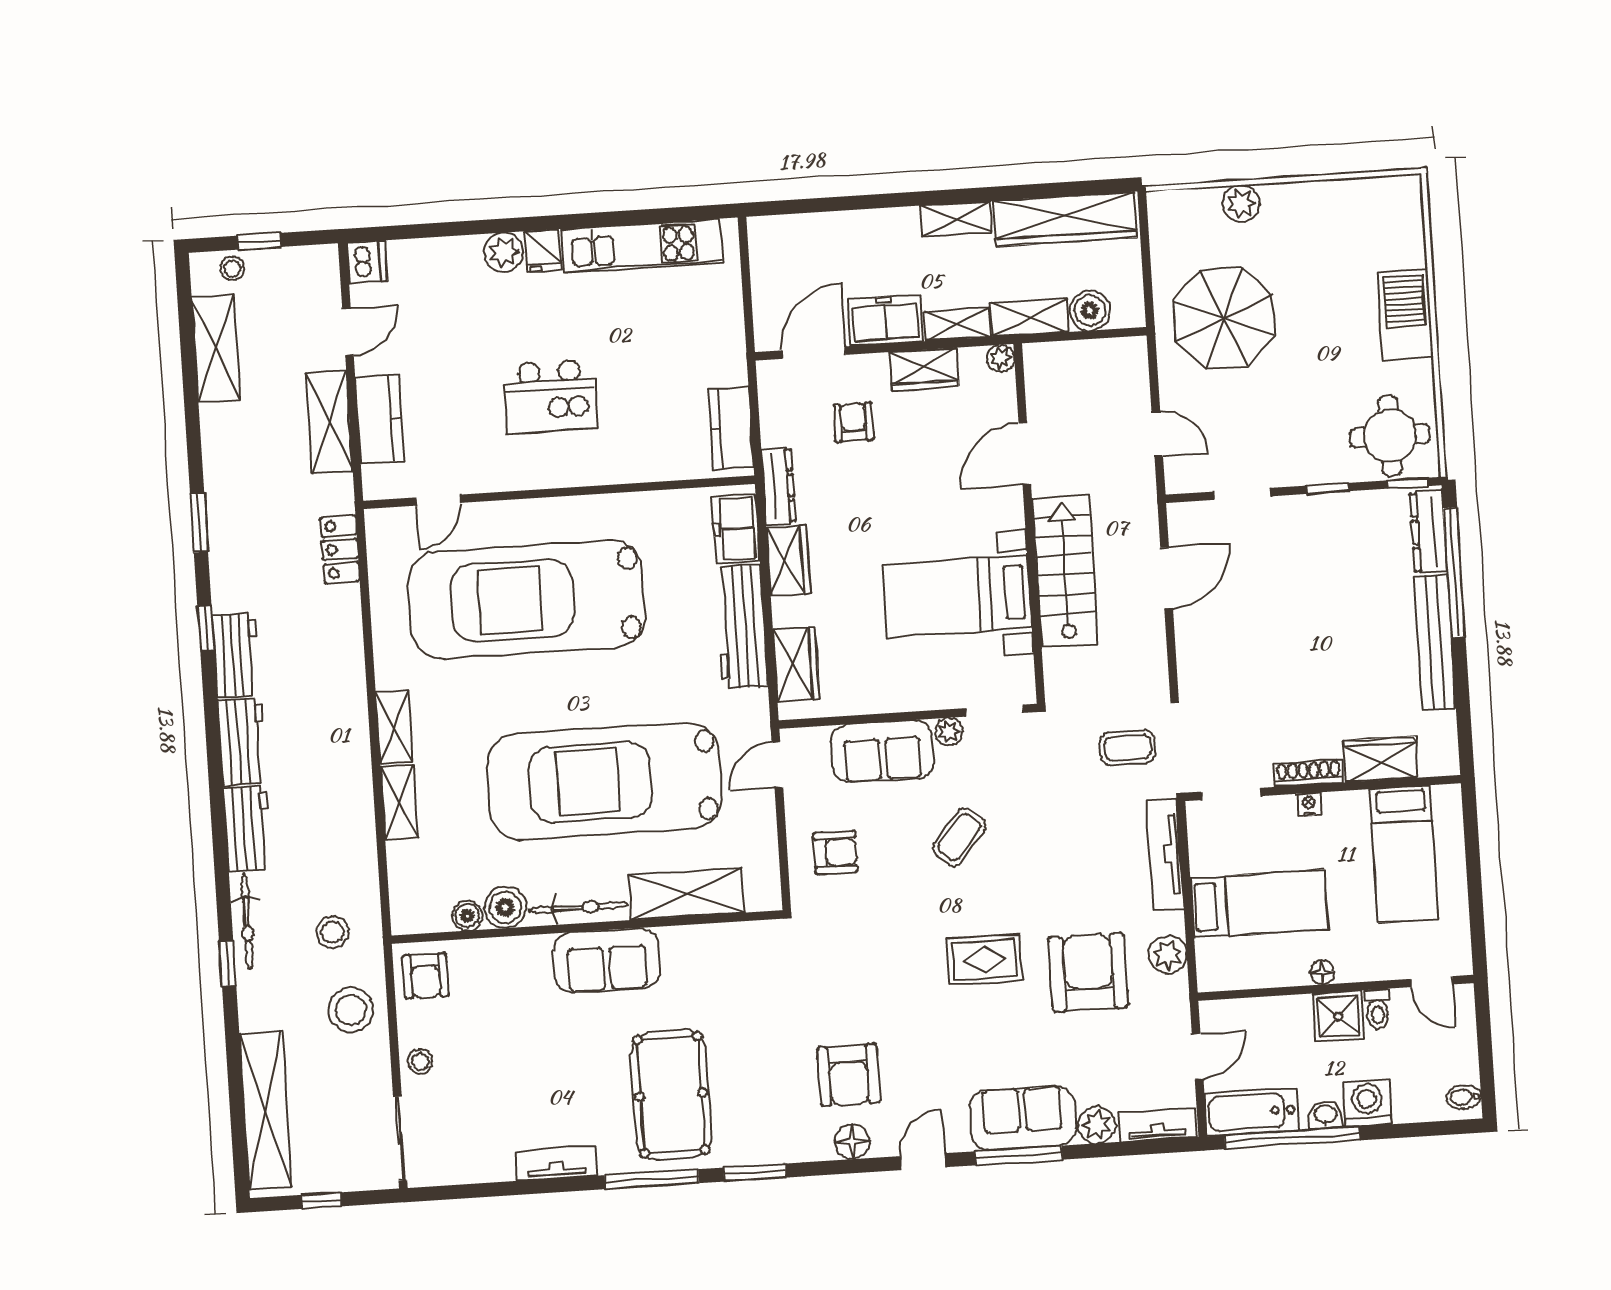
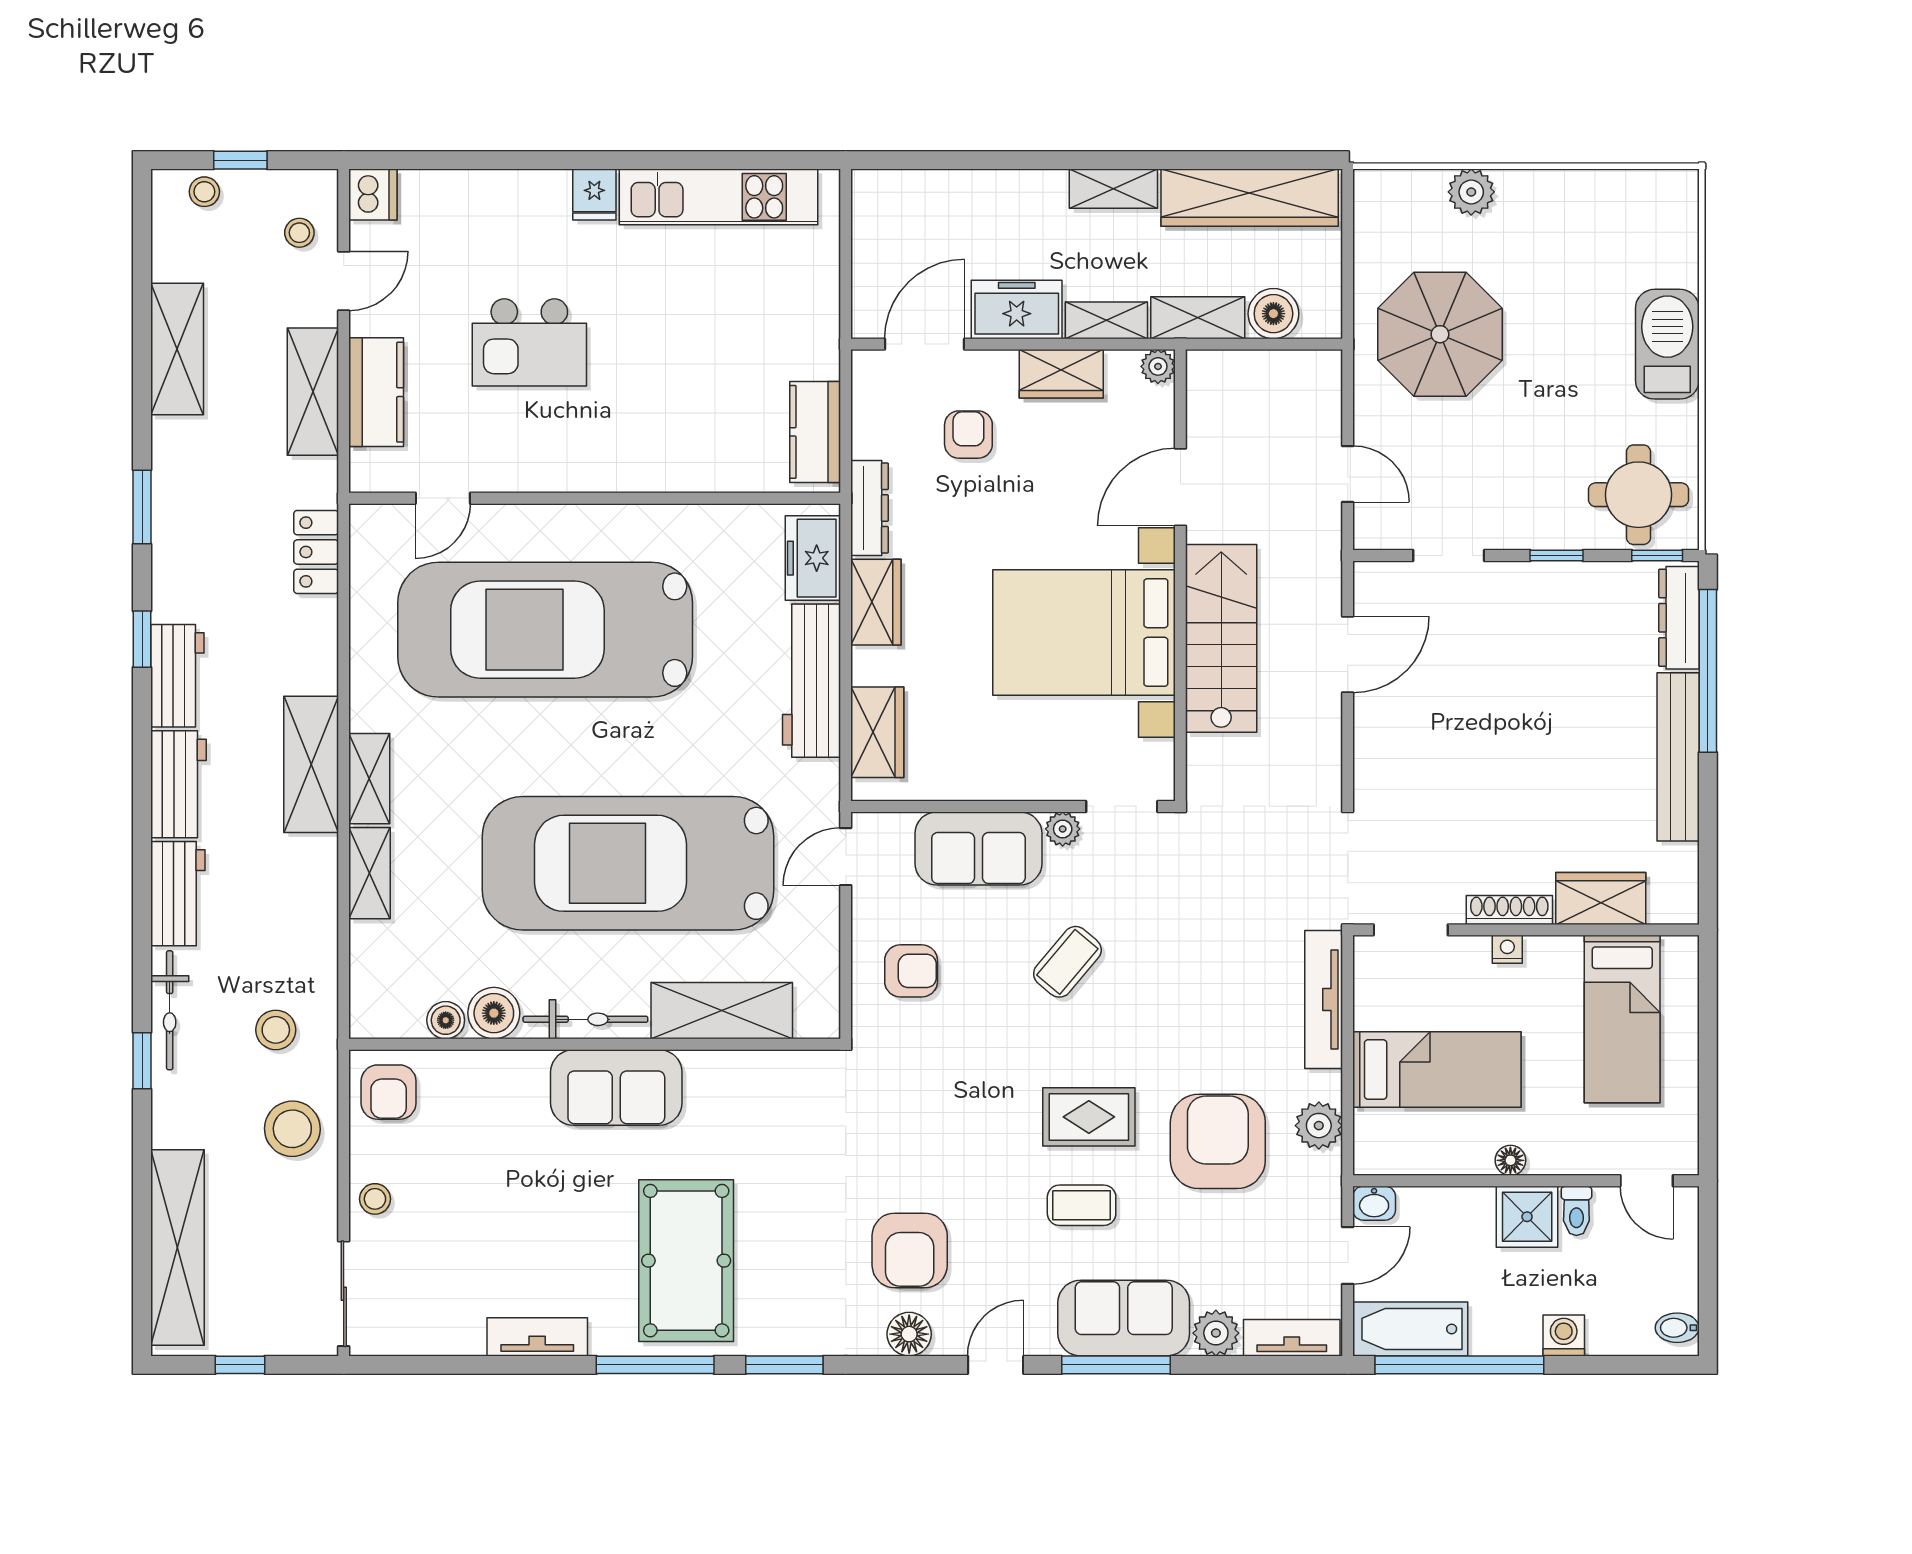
plant: (504, 252) -> (545, 194), removed
stool: (310, 296) -> (299, 233), added
shelving: (216, 349) -> (177, 349), moved
kitchen island: (551, 397) -> (529, 342), moved
bed with nightstands: (957, 596) -> (1084, 633), width x1.36
shelving: (347, 719) -> (311, 764), added
coffee table: (1128, 748) -> (1082, 1205), moved
washing machine: (1367, 1103) -> (1564, 1335), width x0.73, depth x0.73
washbasin: (1325, 1115) -> (1374, 1203), moved, turned 180

